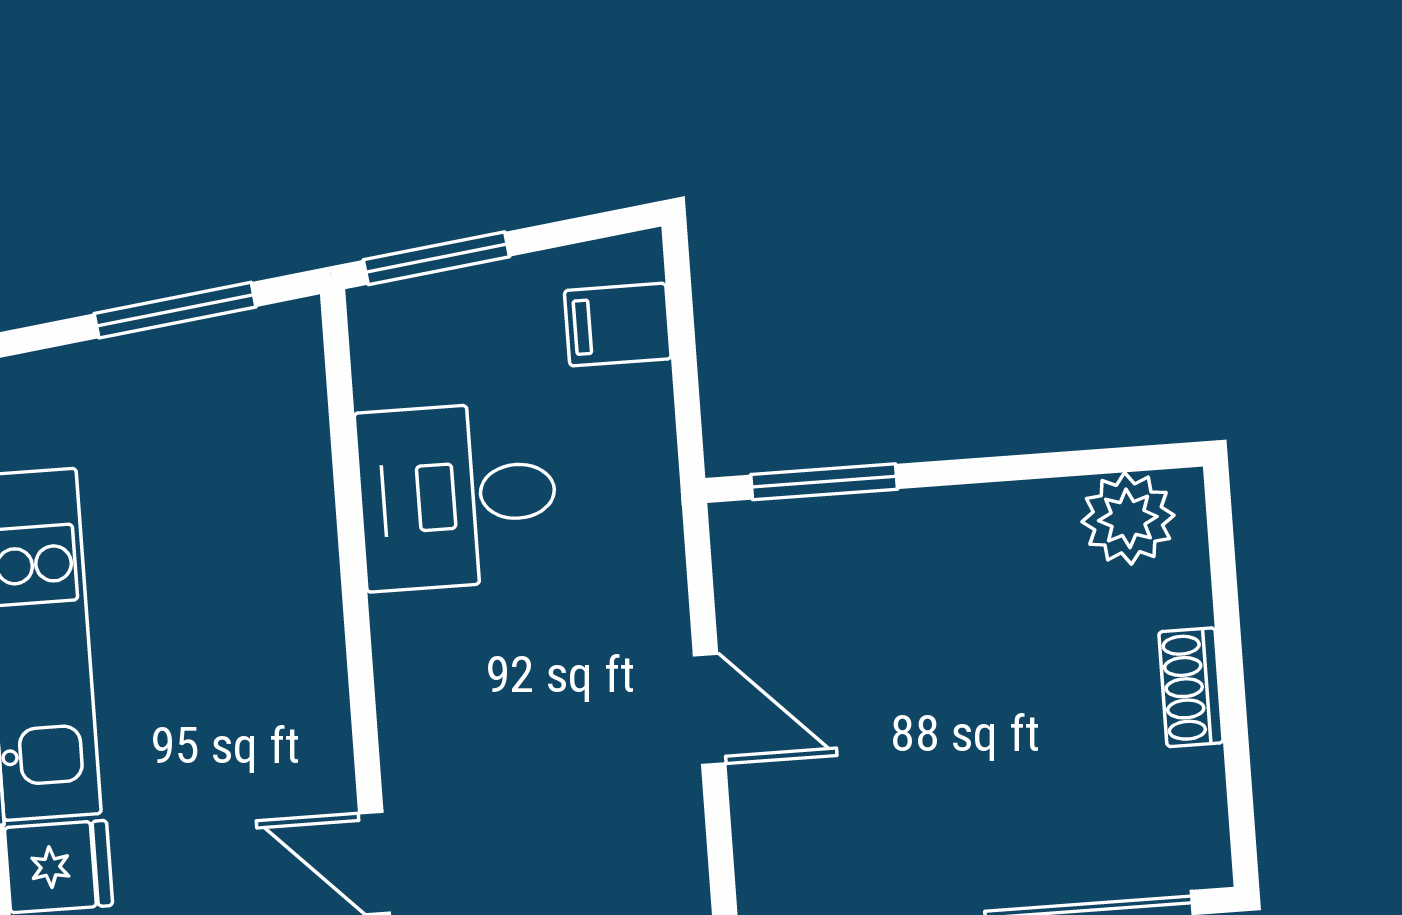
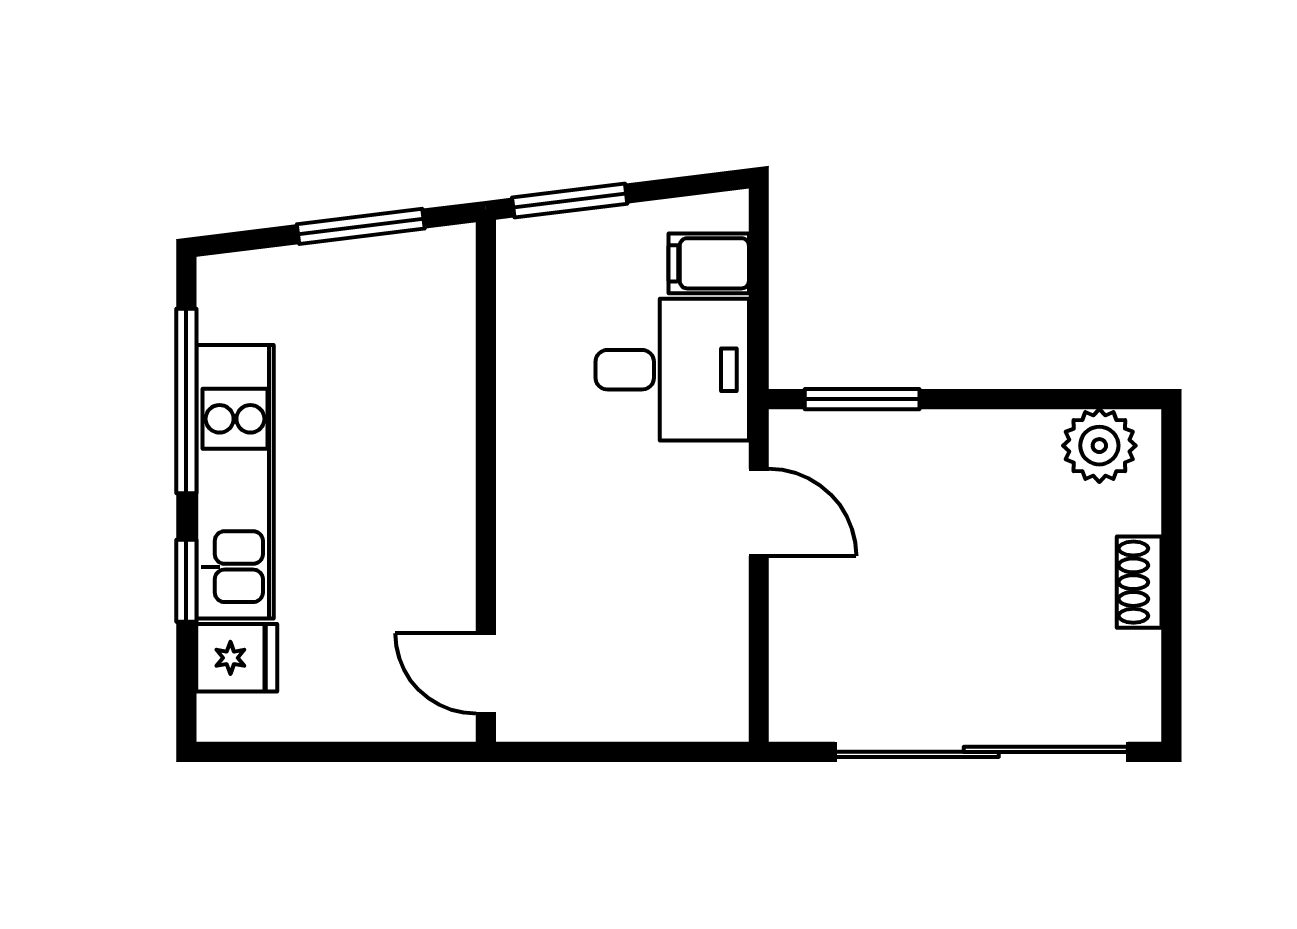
desk: (457, 496) -> (672, 370), moved, turned 180
door: (710, 709) -> (759, 512), moved

